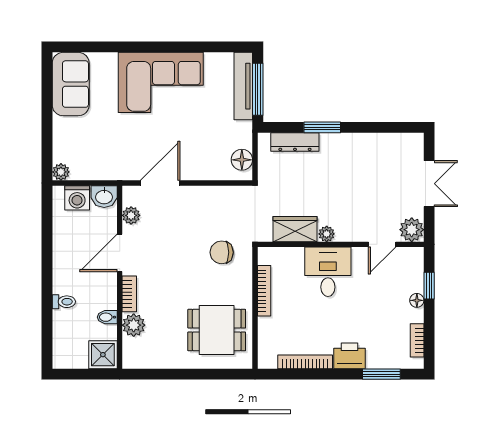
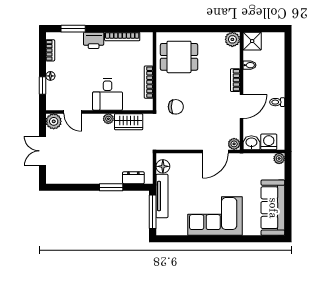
sofa: (71, 84) -> (273, 208), width x1.36
tv unit: (243, 86) -> (162, 196), moved
dresser: (295, 142) -> (133, 178), width x0.70
plant: (131, 215) -> (234, 144), moved
door: (382, 244) -> (73, 112), swing flipped
toilet: (64, 302) -> (277, 102), moved
plant: (134, 325) -> (232, 39), moved

